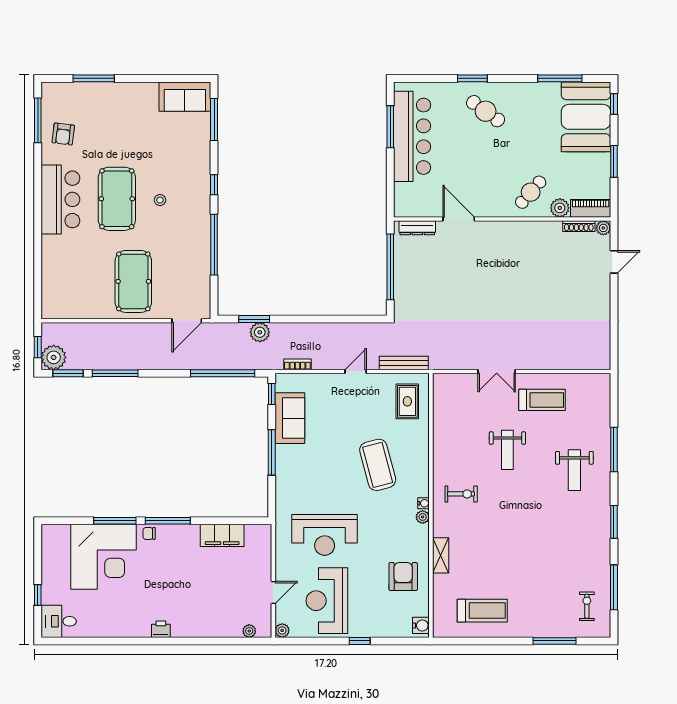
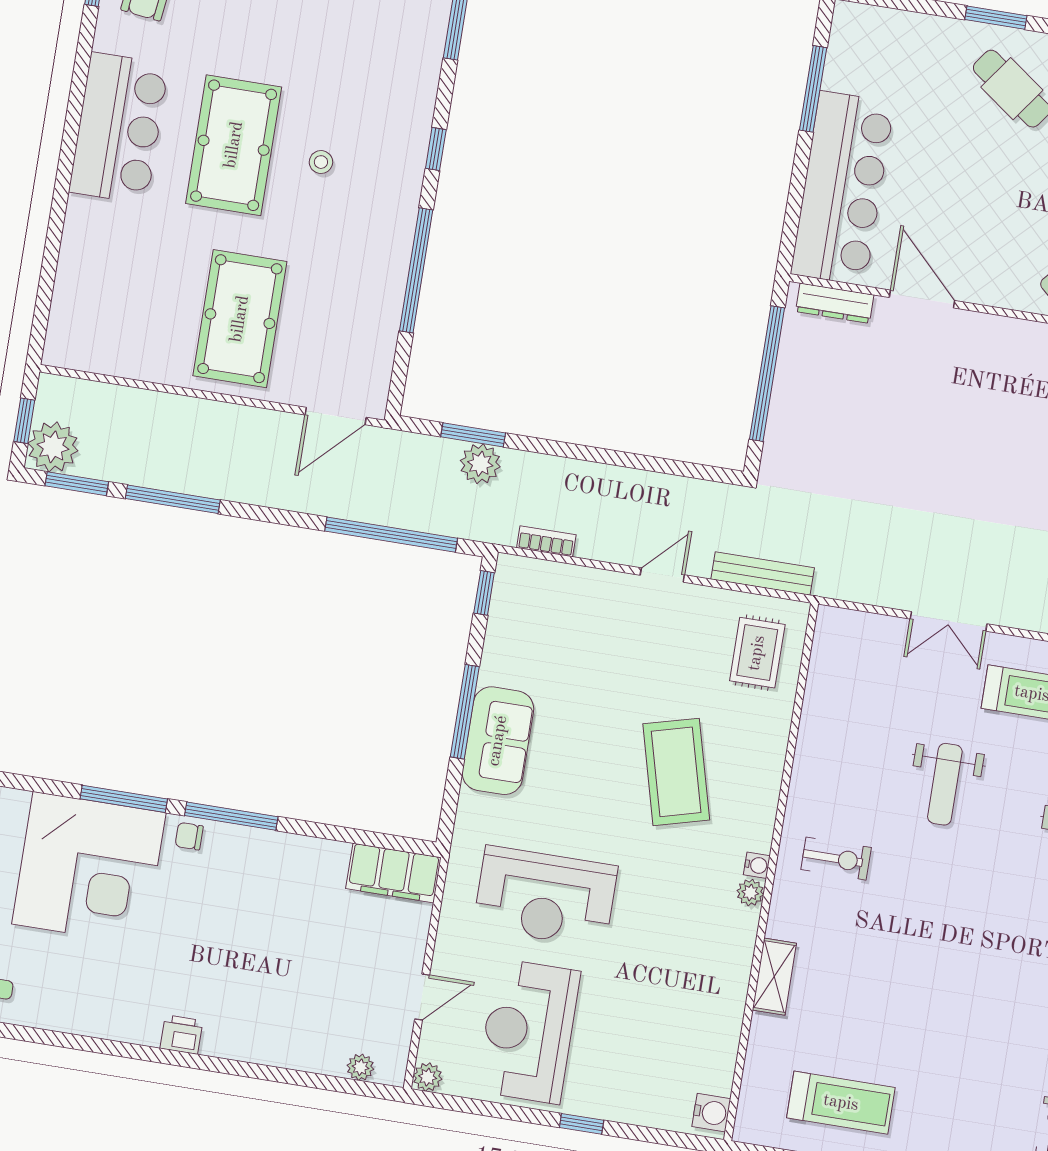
bar counter: (412, 136) -> (843, 188), moved
sofa: (290, 418) -> (498, 741), moved
filing cabinet: (222, 535) -> (393, 873), moved
armchair: (403, 576) -> (691, 1007), removed

